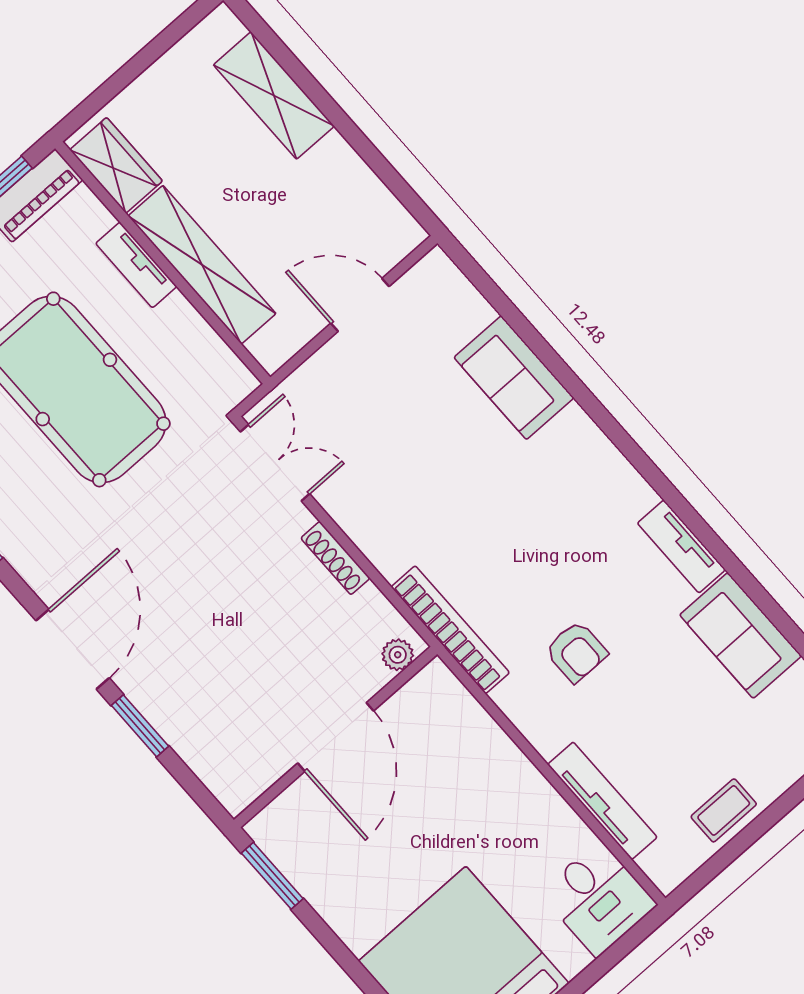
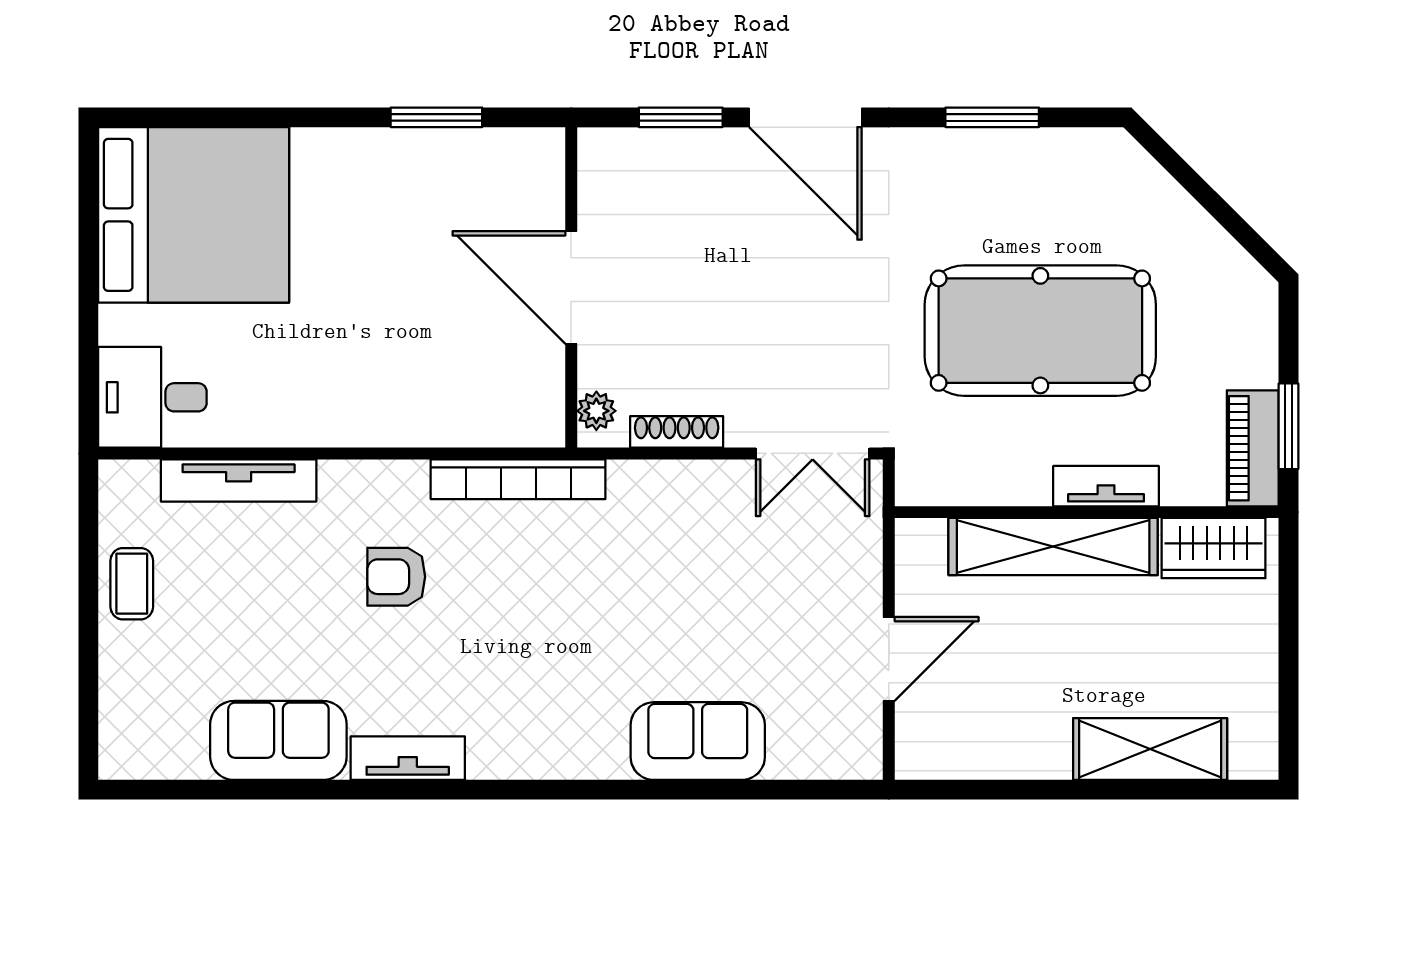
plant: (398, 655) -> (596, 411), moved
door: (336, 737) -> (571, 288), moved
wall: (336, 737) -> (571, 287), moved

